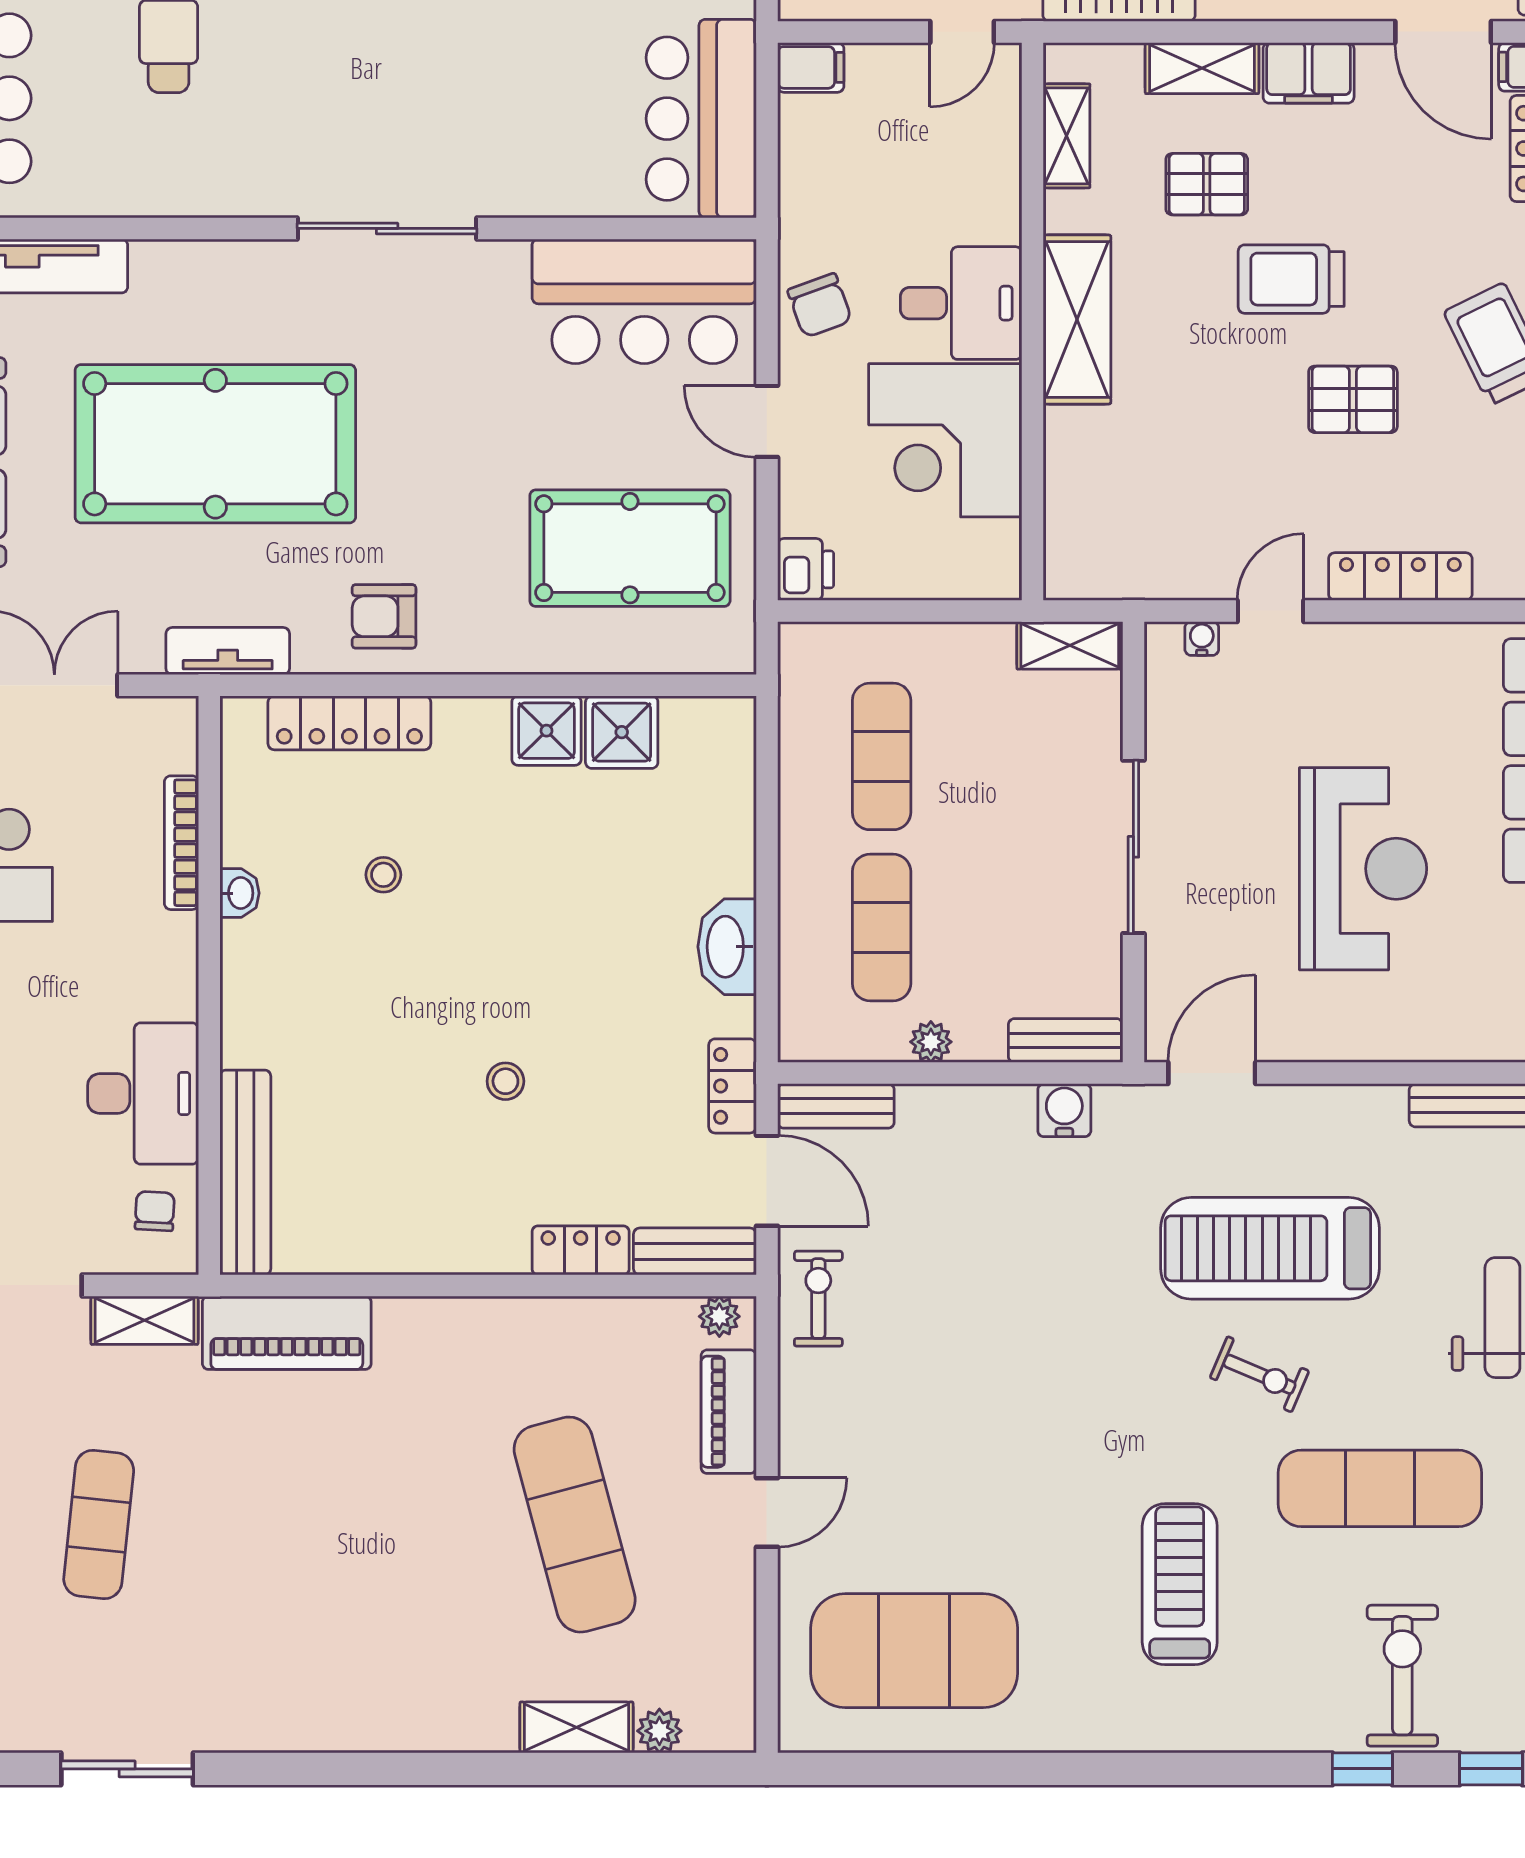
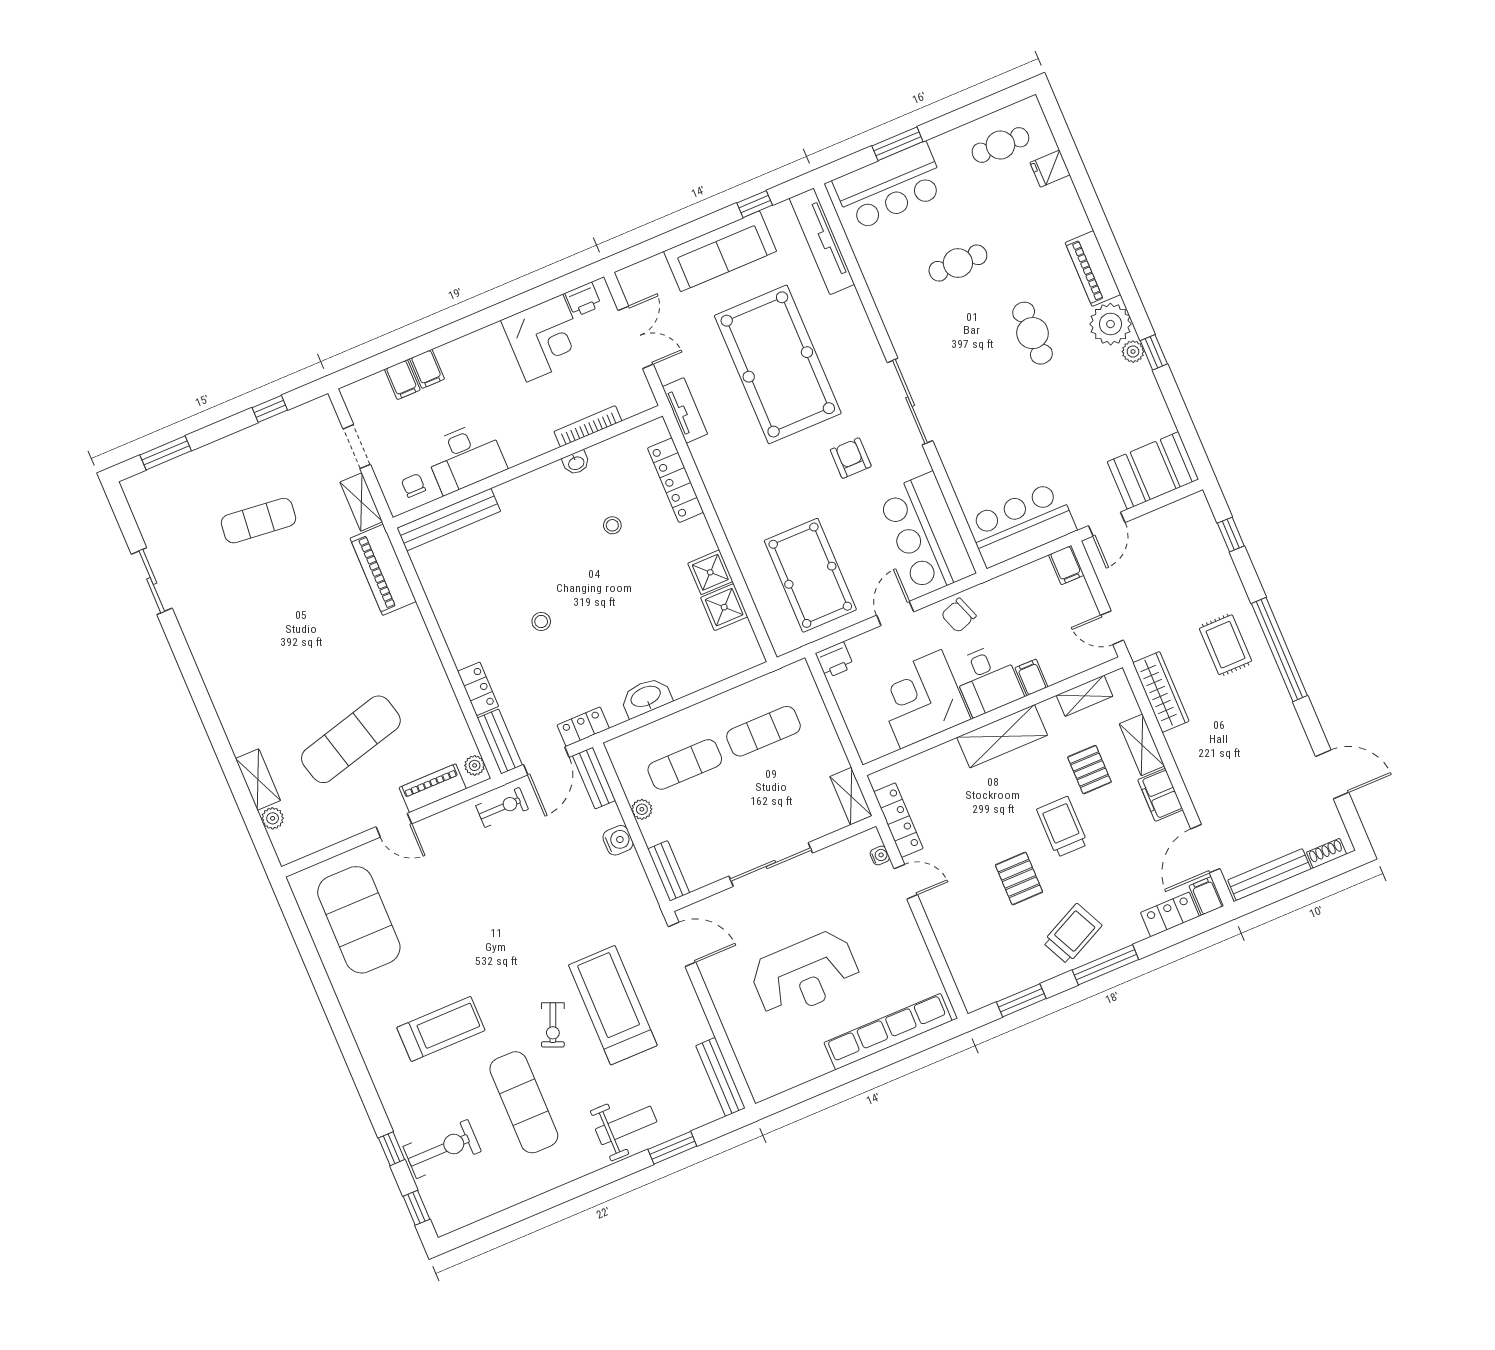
filing cabinet: (991, 219) -> (1031, 677), added
locker: (1400, 576) -> (898, 820), moved
armchair: (384, 616) -> (851, 458), moved
water cooler: (1064, 1110) -> (618, 840), moved
chair: (155, 1211) -> (413, 486), turned -93

